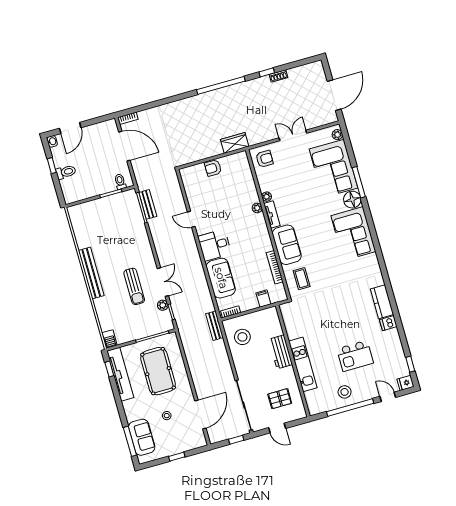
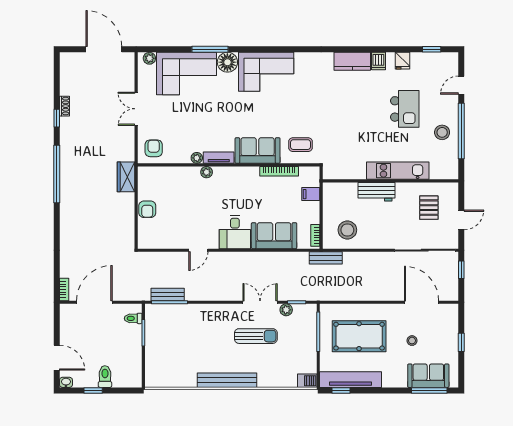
fridge: (405, 383) -> (402, 61), moved

